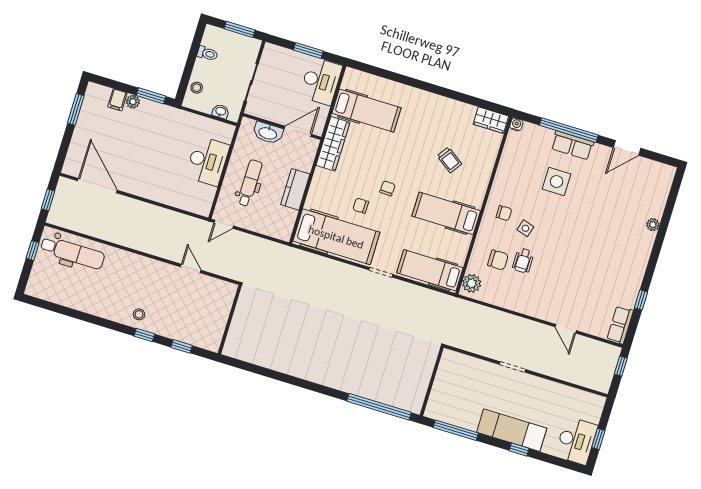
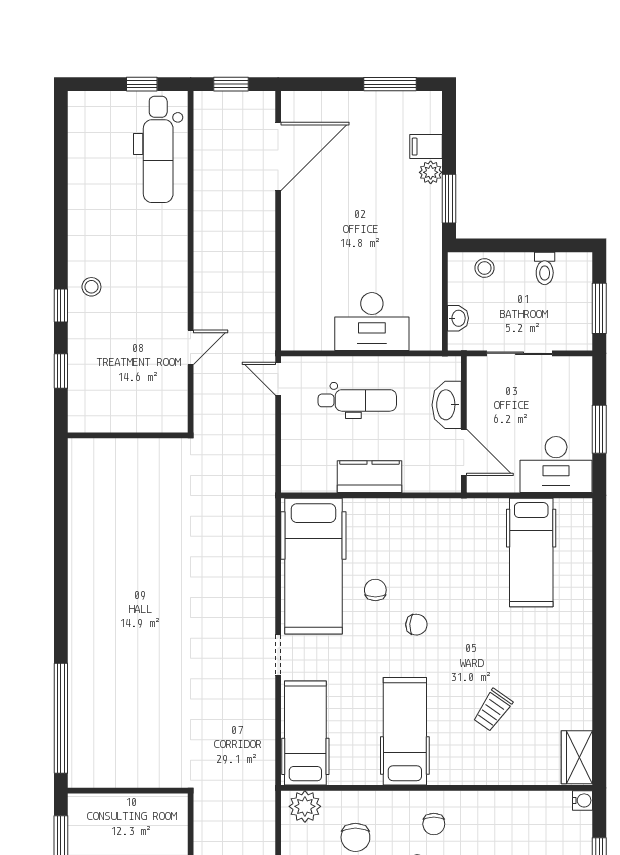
wardrobe: (333, 144) -> (461, 515), removed

